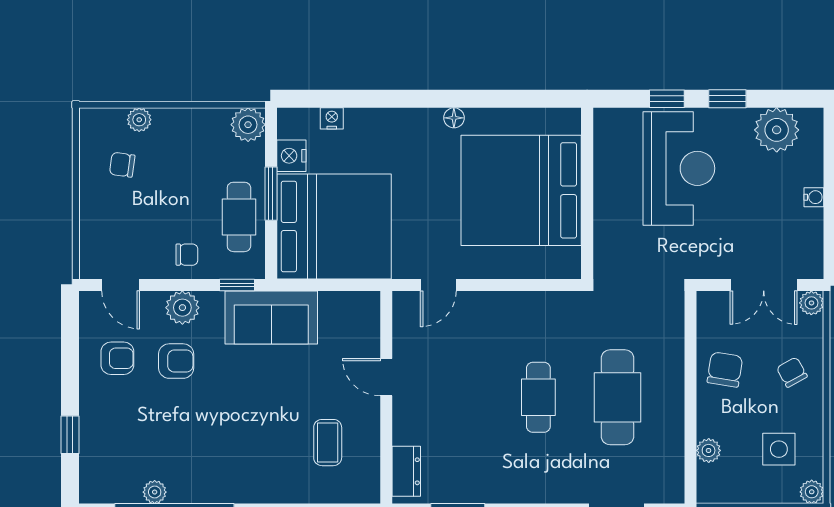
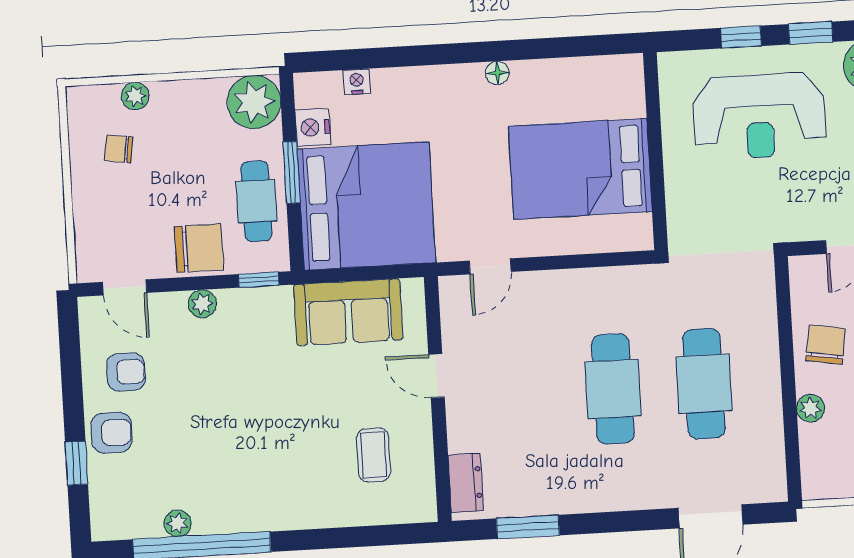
plant: (248, 125) -> (254, 102), width x1.36, depth x1.36
reception desk: (679, 168) -> (759, 116), turned 90
bed: (521, 190) -> (580, 169), width x0.73
chair: (187, 255) -> (199, 248), width x1.87, depth x1.87
plant: (182, 308) -> (202, 304), width x0.73, depth x0.73
sofa: (271, 318) -> (348, 312), moved
armchair: (176, 361) -> (111, 433), moved
cafe table: (538, 397) -> (613, 389), width x1.37, depth x1.35
plant: (709, 450) -> (810, 408), moved

